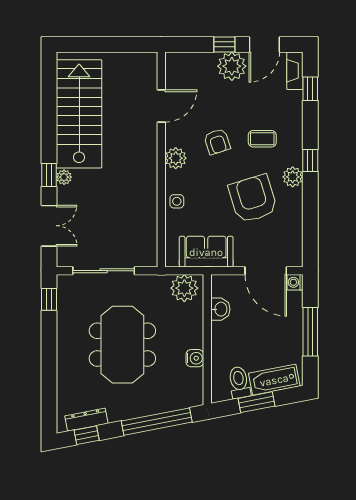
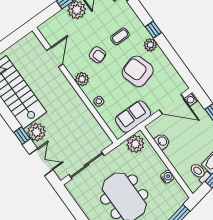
plant: (64, 177) -> (37, 132), width x1.88, depth x1.88
window: (49, 299) -> (69, 201), removed

